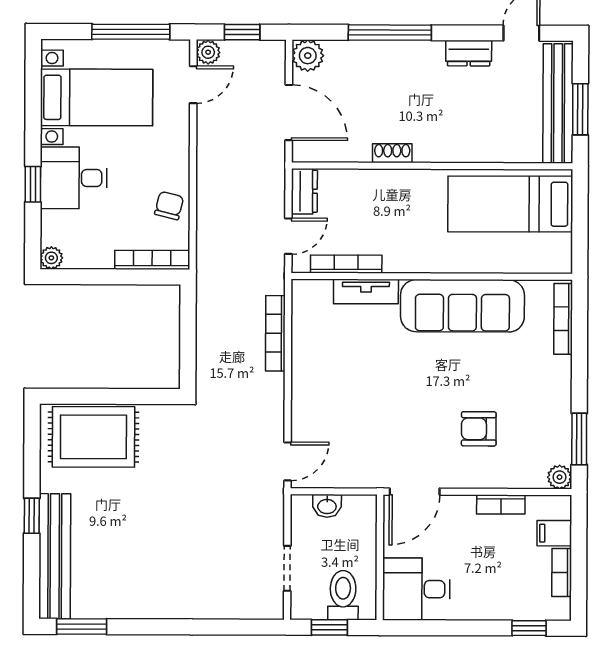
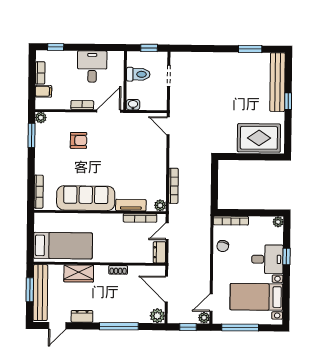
wardrobe: (476, 145) -> (79, 273), added
plant: (303, 291) -> (160, 205), added
door: (288, 461) -> (168, 126), hinge flipped
bookcase: (501, 505) -> (82, 105), moved
washbasin: (327, 506) -> (133, 105), moved
desk: (416, 589) -> (92, 67), moved, turned -90
toilet: (343, 595) -> (138, 74), moved, turned -90
window: (82, 627) -> (250, 49), moved

